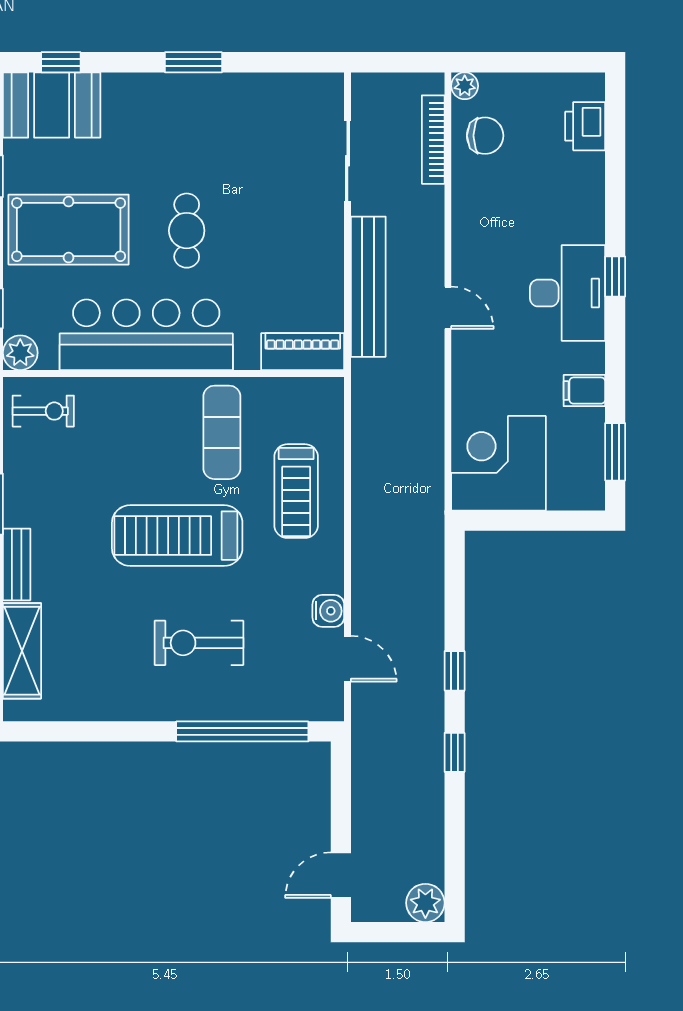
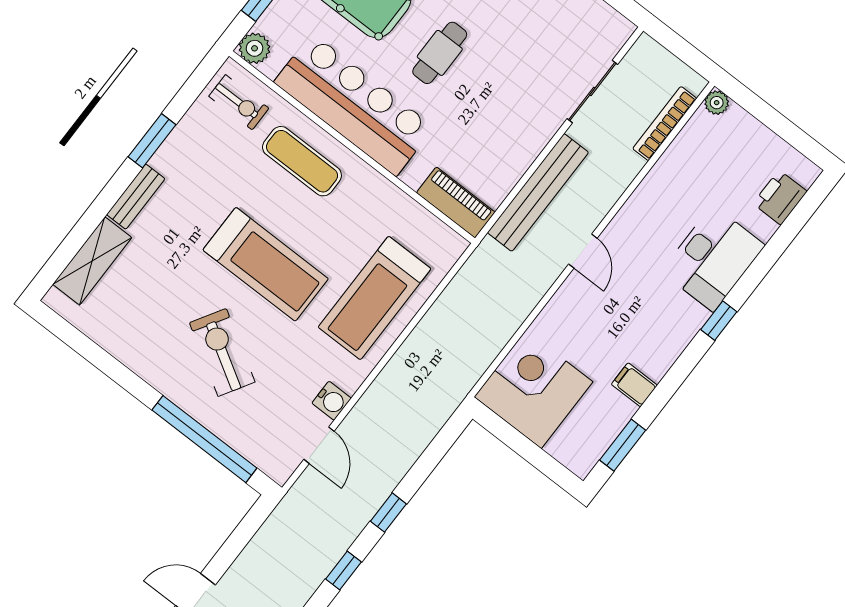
chair: (485, 136) -> (704, 149), removed
desk: (568, 293) -> (713, 258), moved
exercise mat: (222, 432) -> (302, 161), moved, turned 90
treadmill: (296, 491) -> (375, 298), width x1.37, depth x1.38
treadmill: (177, 536) -> (266, 264), turned 180
exercise bike: (199, 643) -> (222, 352), turned 31

